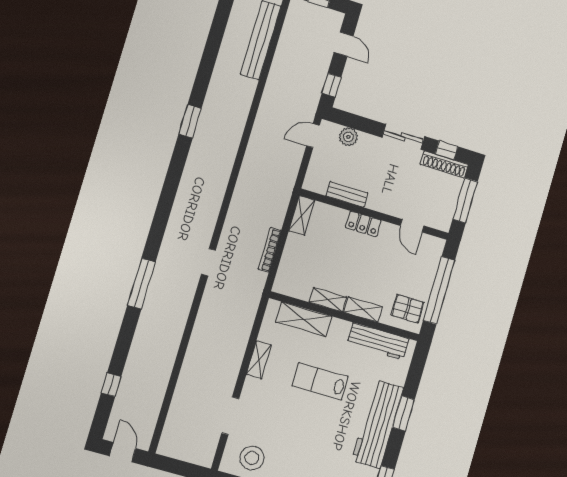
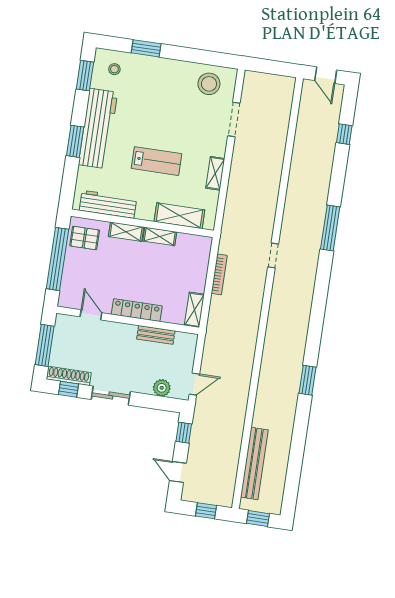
locker: (363, 224) -> (137, 310), width x1.53

